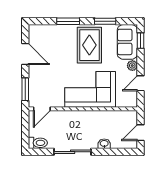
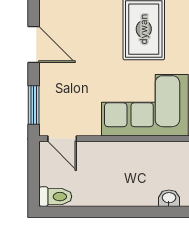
door: (42, 109) -> (62, 139), hinge flipped
sliding door: (73, 152) -> (115, 212), removed

